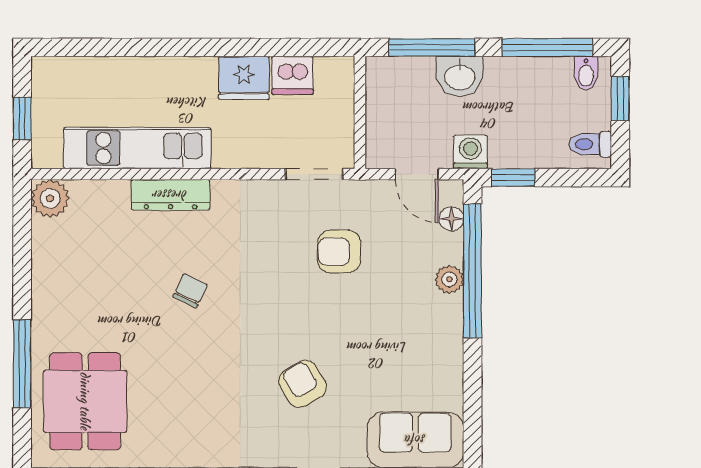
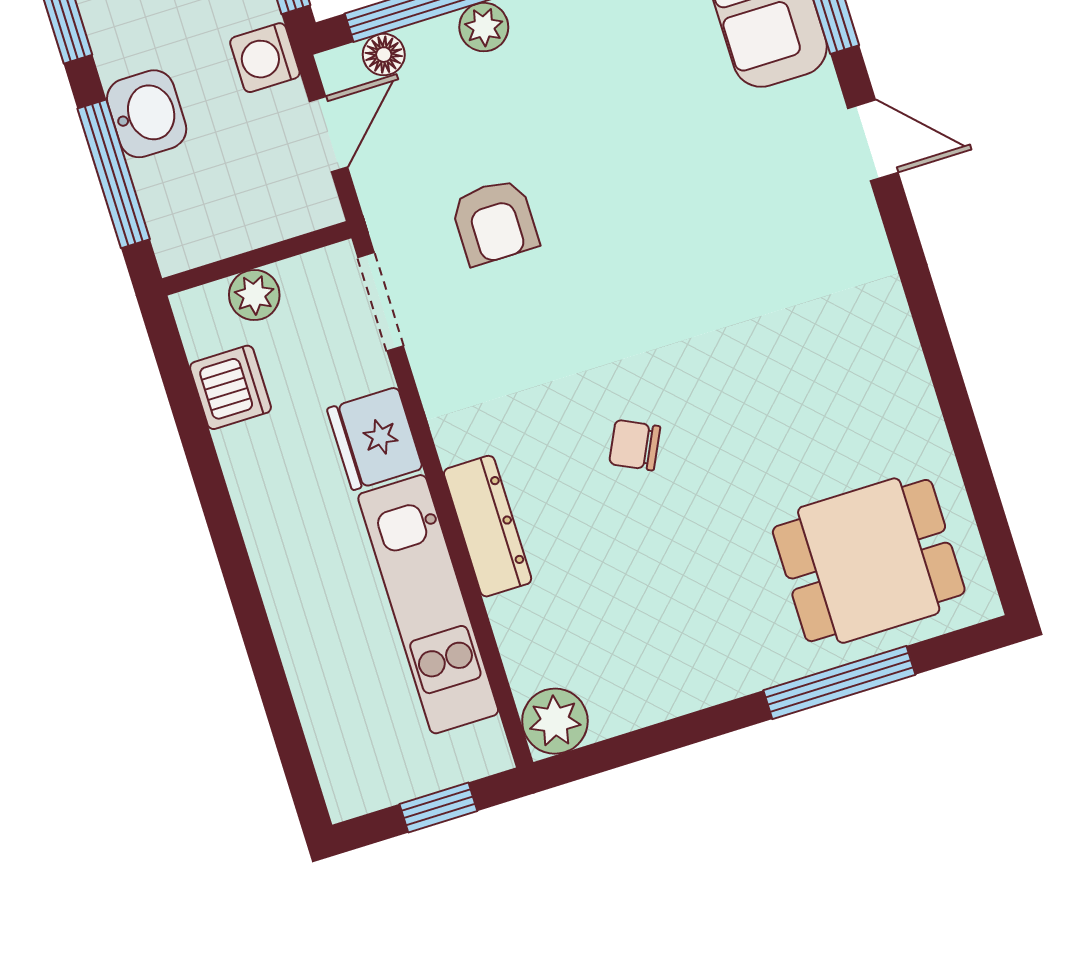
fridge: (244, 78) -> (375, 439), moved, turned 180
plant: (340, 105) -> (254, 295), added
armchair: (303, 384) -> (729, 214), removed

